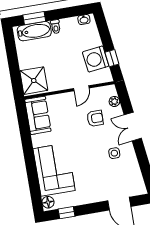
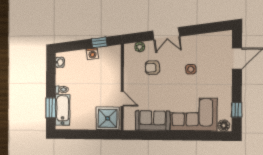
washing machine: (96, 59) -> (92, 54), width x0.53, depth x0.53
door: (81, 88) -> (122, 99), moved
sofa: (38, 115) -> (153, 121), moved
armchair: (95, 118) -> (152, 68), turned -93
side table: (114, 153) -> (191, 69), moved

